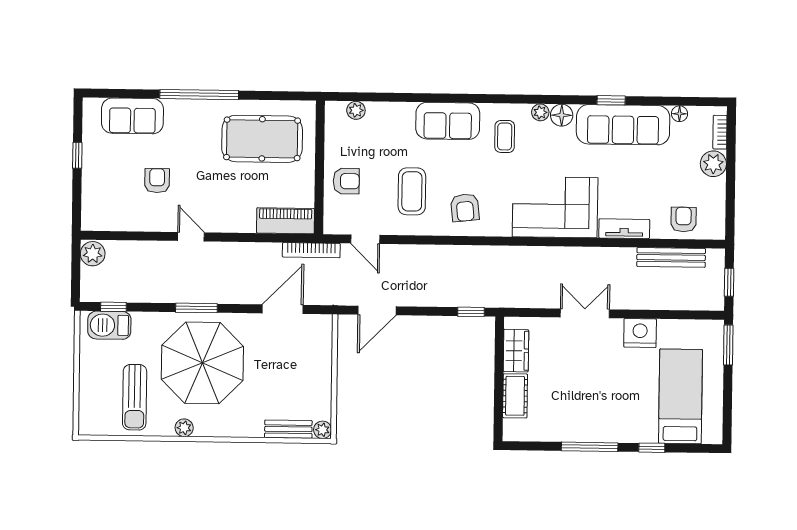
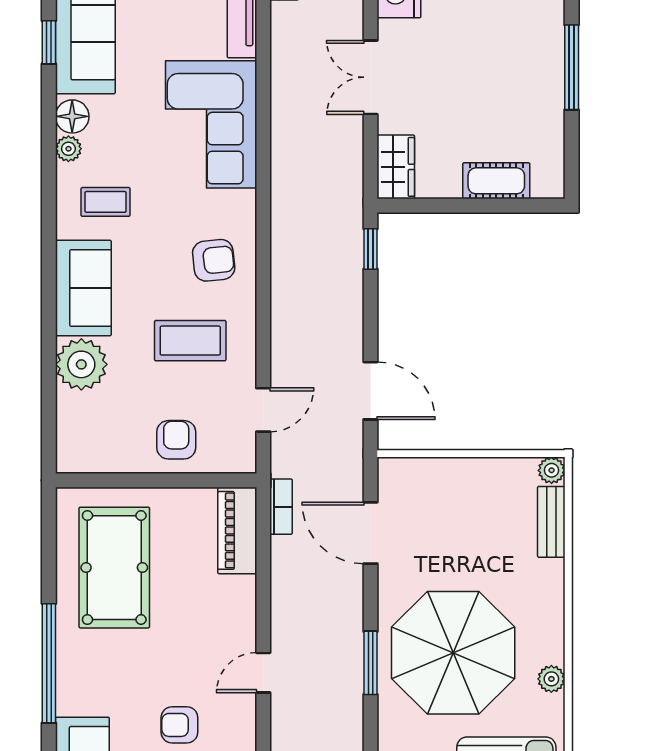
plant: (356, 110) -> (81, 364), moved, width x1.87, depth x1.87
bookcase: (311, 250) -> (281, 507), width x0.64
wardrobe: (516, 351) -> (396, 167), moved, turned 90

